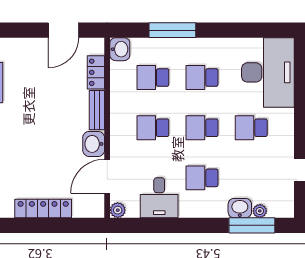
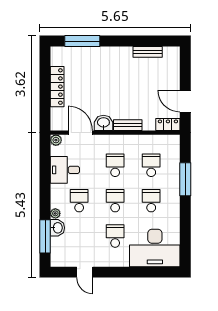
washbasin: (120, 49) -> (172, 142), removed
locker: (96, 72) -> (168, 124), moved
plant: (260, 211) -> (55, 213), moved

